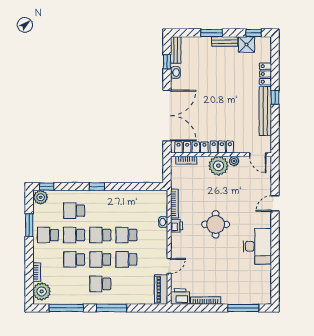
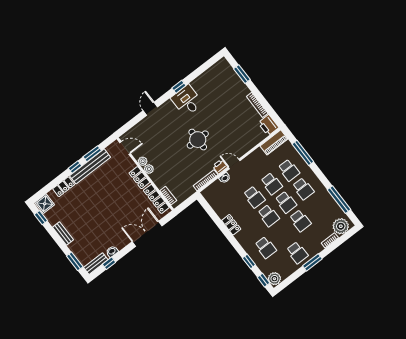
window: (212, 33) -> (75, 261), moved
shower: (247, 44) -> (45, 204), moved
double door: (167, 116) -> (147, 234), width x0.73
window: (275, 122) -> (92, 154), added
door: (258, 155) -> (125, 148), hinge flipped
plant: (218, 166) -> (149, 169), width x0.53, depth x0.53
window: (97, 187) -> (249, 261), moved
locker: (118, 196) -> (231, 225), added
door: (275, 204) -> (150, 109), swing flipped
window: (29, 225) -> (312, 262), moved
school desk: (74, 235) -> (289, 170), moved
window: (275, 244) -> (179, 87), added
desk: (257, 246) -> (187, 101), width x0.73
door: (169, 266) -> (234, 164), moved
window: (111, 308) -> (303, 153), moved
window: (243, 308) -> (242, 74), width x0.69

